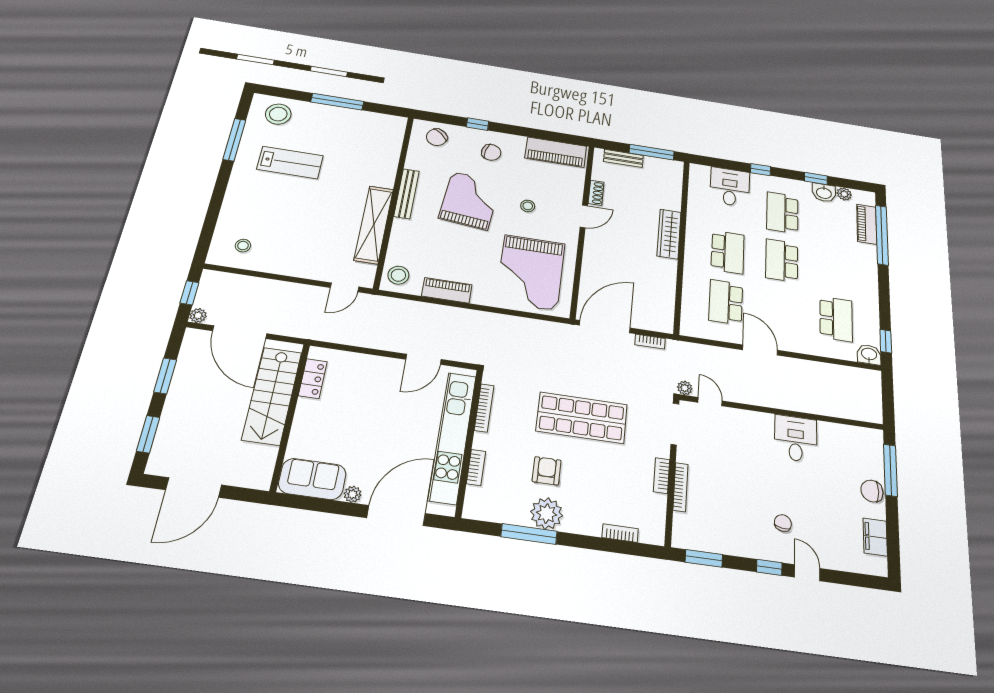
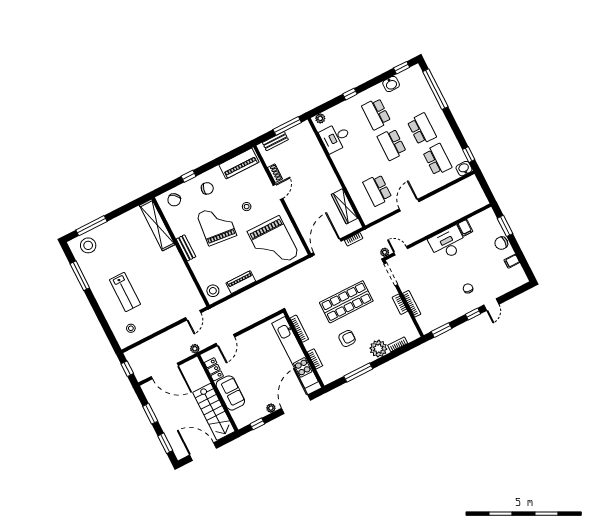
window: (337, 102) -> (91, 226), moved
lab bench: (290, 162) -> (125, 292), moved, turned 90
window: (816, 179) -> (402, 68), moved
desk: (730, 187) -> (336, 138), moved, turned -90
bench: (407, 194) -> (186, 248), width x0.73
plant: (844, 194) -> (320, 118), moved
piano: (867, 224) -> (424, 88), removed
shelving: (374, 225) -> (157, 225), moved
wardrobe: (669, 234) -> (344, 206), moved
school desk: (728, 252) -> (422, 129), moved
plant: (198, 315) -> (195, 349), moved
door: (760, 350) -> (409, 205), hinge flipped
door: (423, 359) -> (225, 340), moved
stairs: (272, 396) -> (214, 412), moved
filing cabinet: (827, 433) -> (465, 228), added
desk: (796, 439) -> (448, 243), width x1.37
window: (890, 470) -> (505, 226), width x0.69
armchair: (547, 471) -> (347, 338), turned 90
sofa: (312, 479) -> (230, 393), moved, turned 90
door: (194, 487) -> (203, 452), swing flipped
window: (312, 504) -> (257, 424), added
plant: (547, 514) -> (378, 349), moved
filing cabinet: (875, 537) -> (512, 261), width x0.50
door: (807, 573) -> (491, 305), swing flipped

